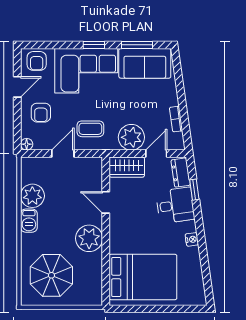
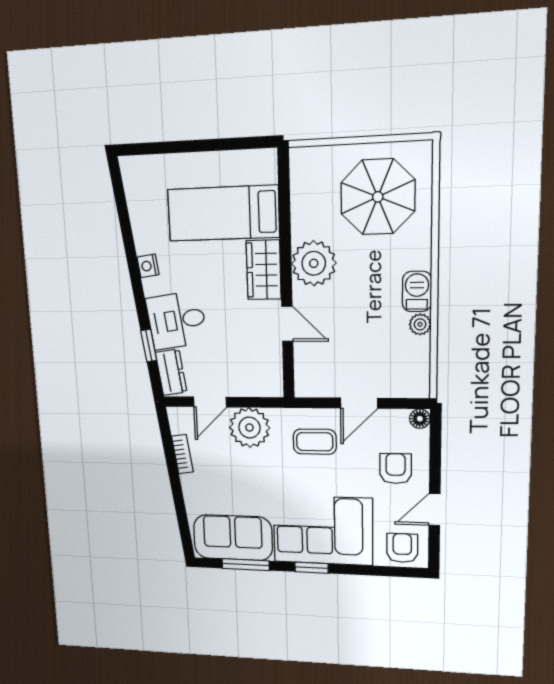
wardrobe: (127, 167) -> (264, 270), moved, turned -90
plant: (32, 196) -> (420, 324), width x0.53, depth x0.53
bed: (143, 277) -> (223, 213), width x0.67

